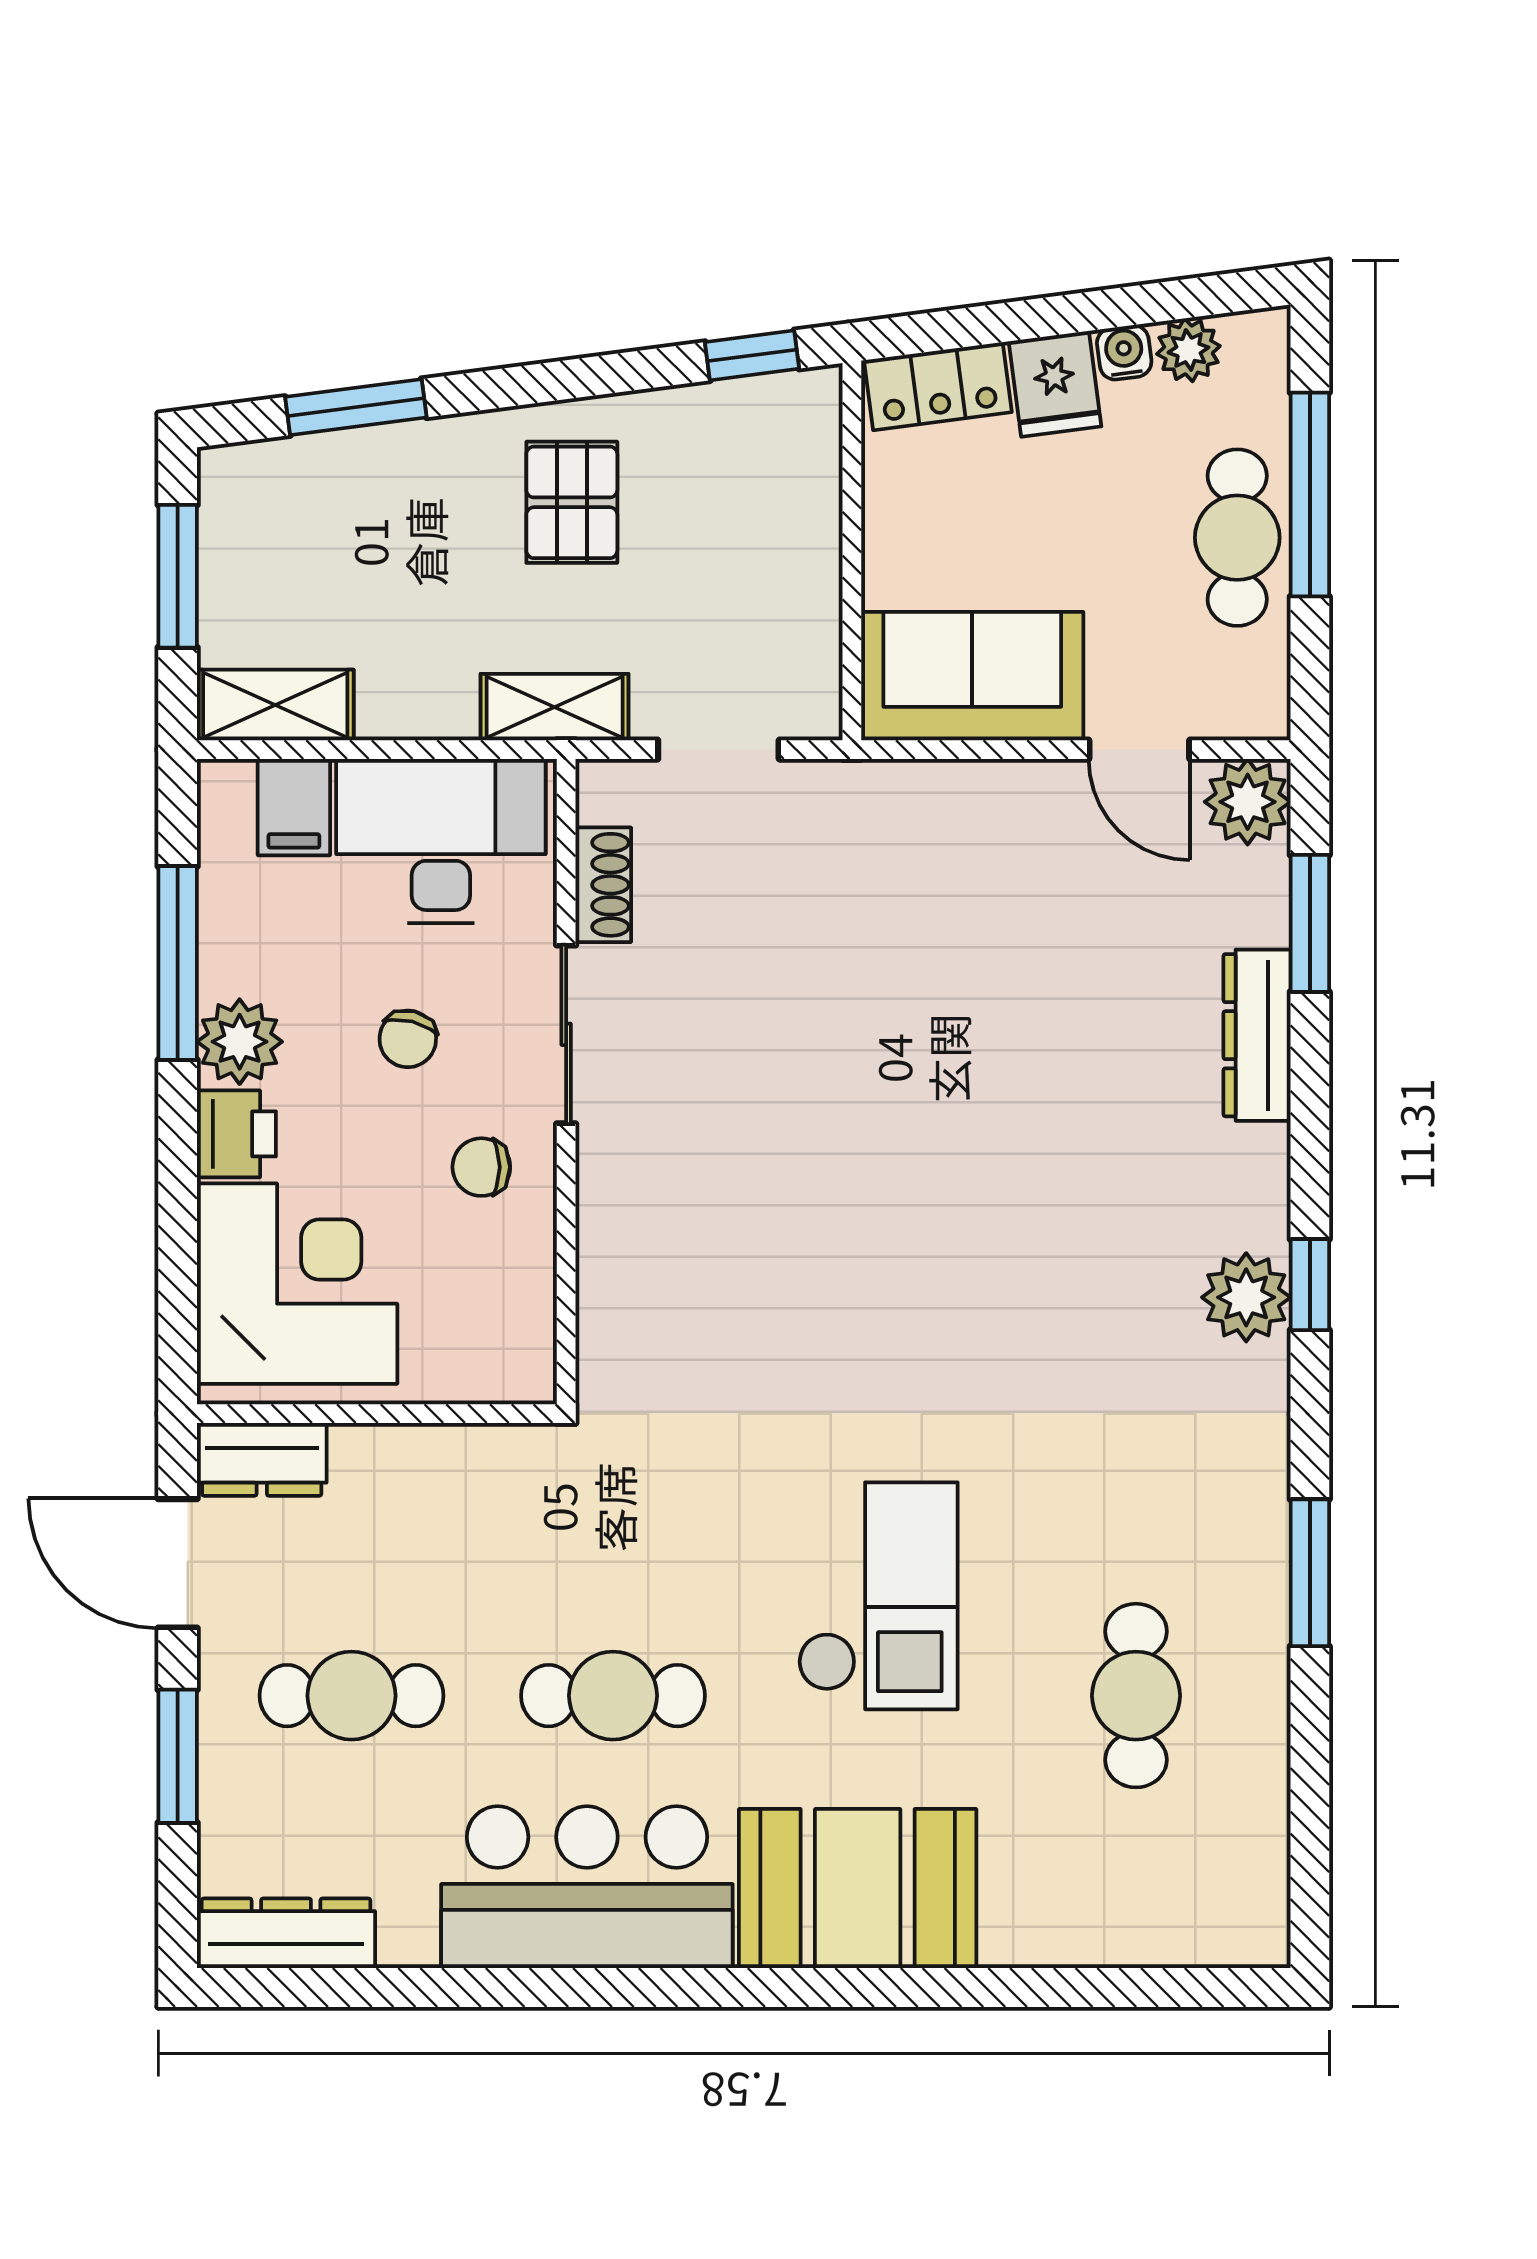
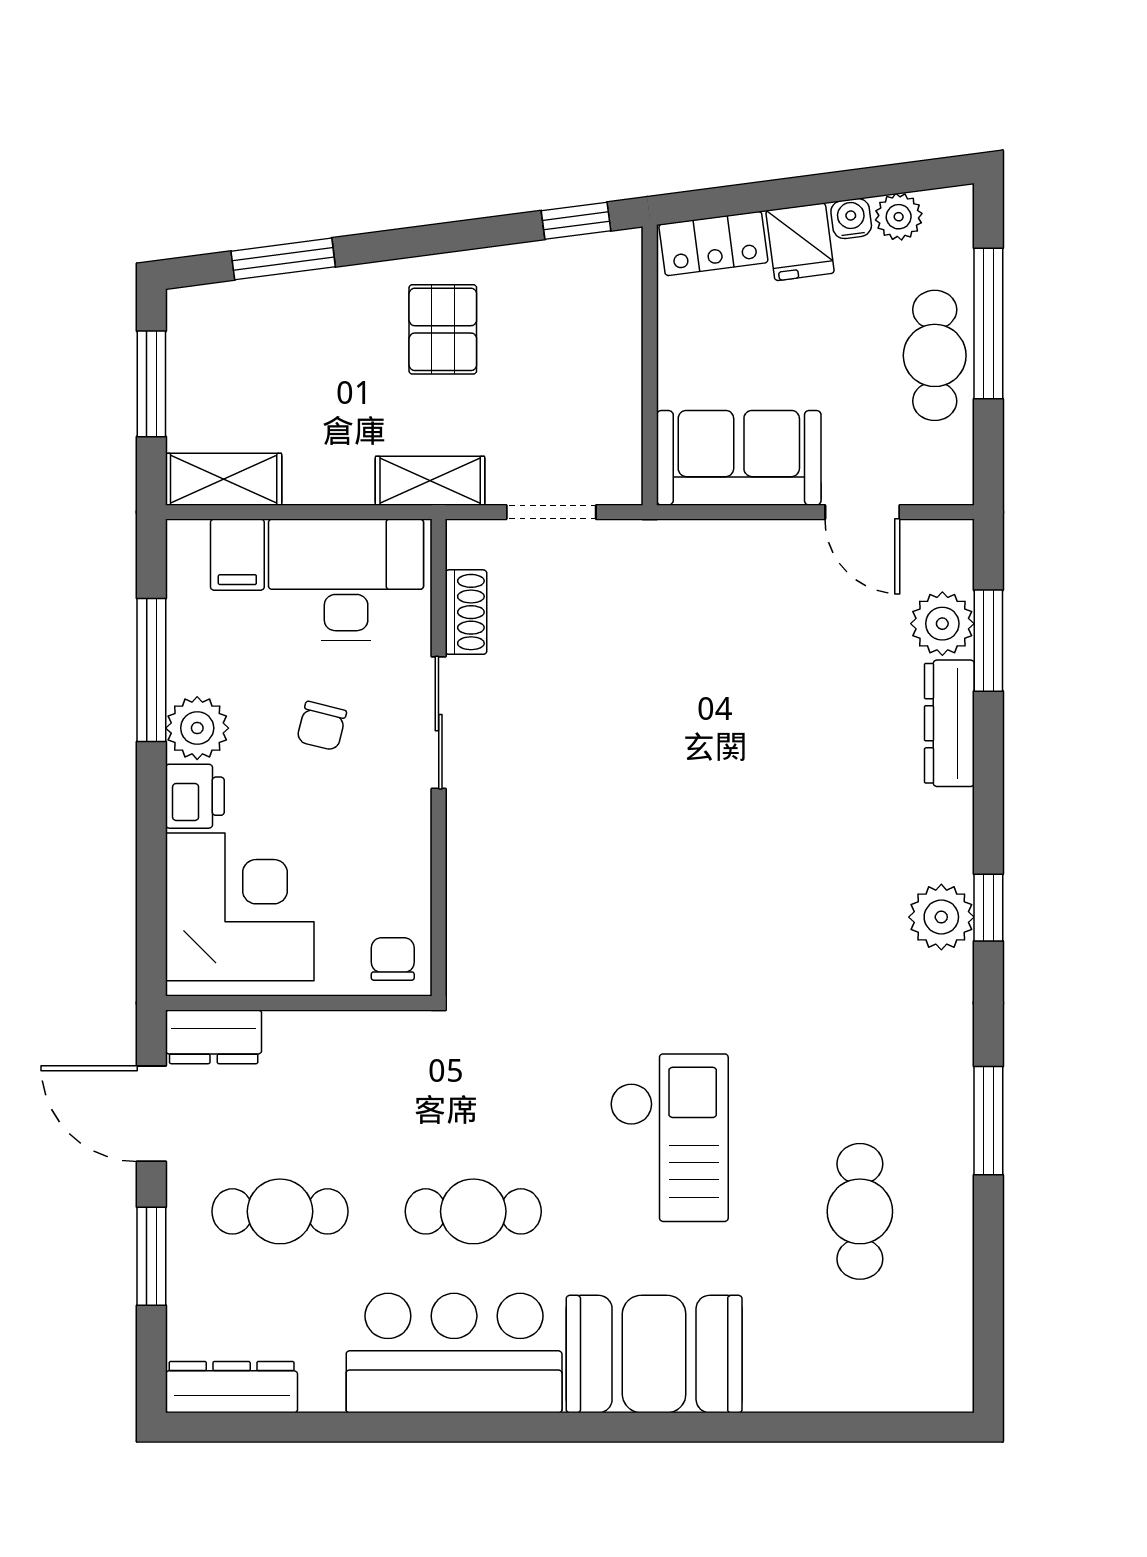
plant: (1248, 802) -> (942, 624), moved
chair: (481, 1167) -> (393, 959), moved, turned 90

